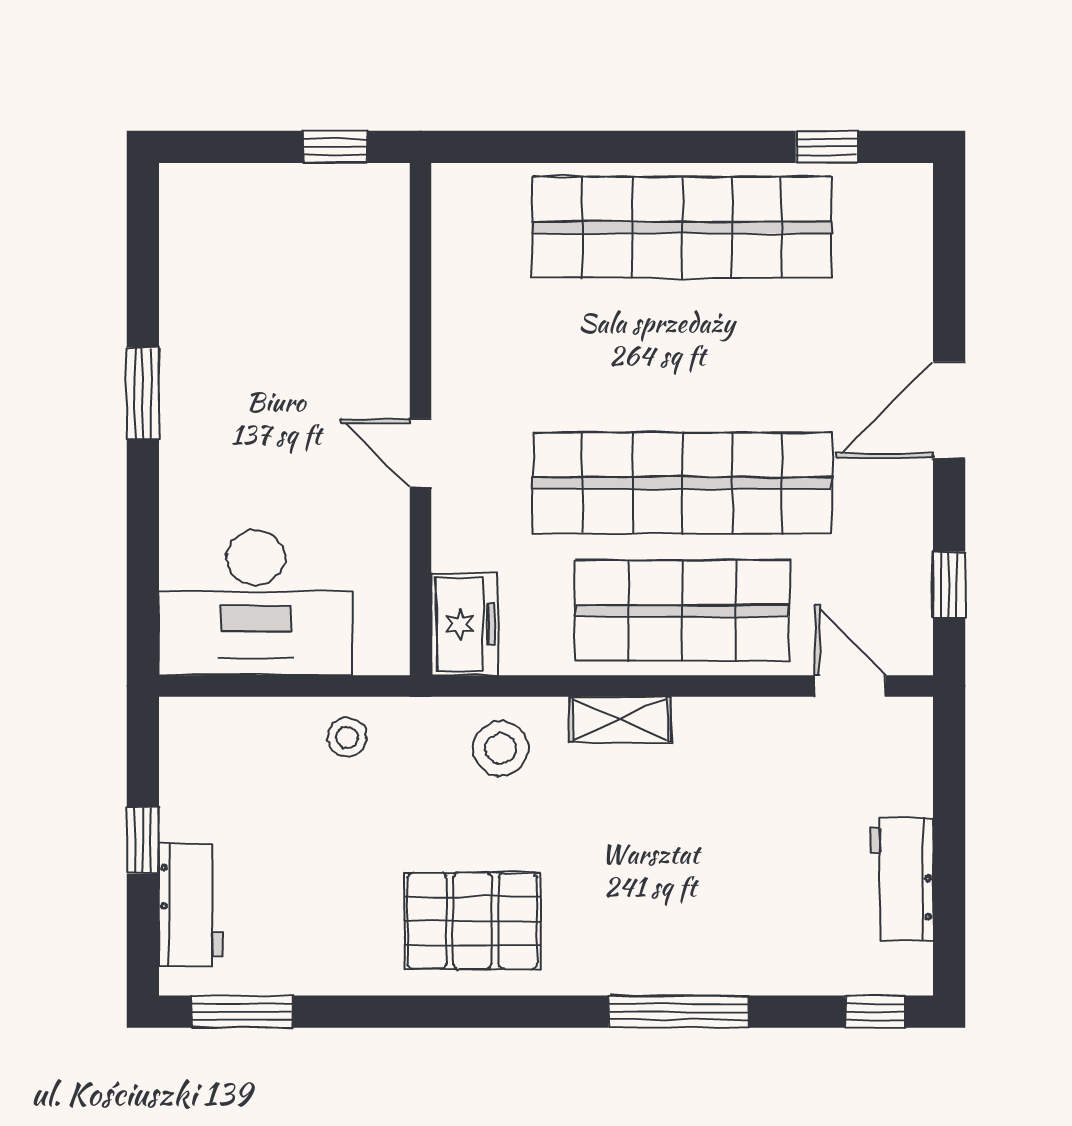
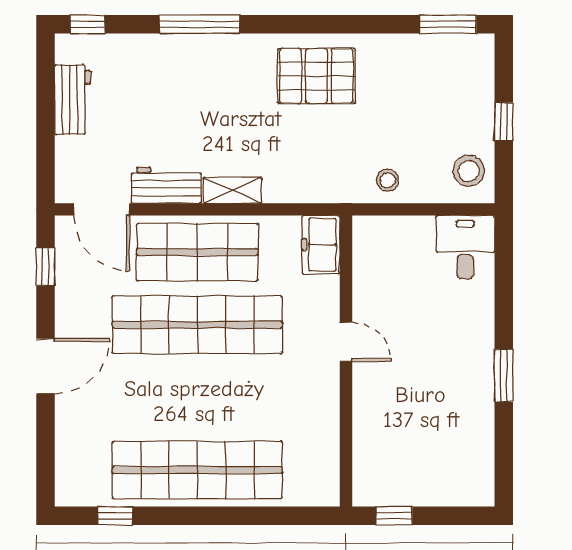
desk: (256, 603) -> (465, 247), width x0.53, depth x0.77
door: (850, 686) -> (102, 209), width x1.38
stool: (500, 748) -> (469, 171), moved
workbench: (191, 905) -> (166, 185), moved, turned 90

